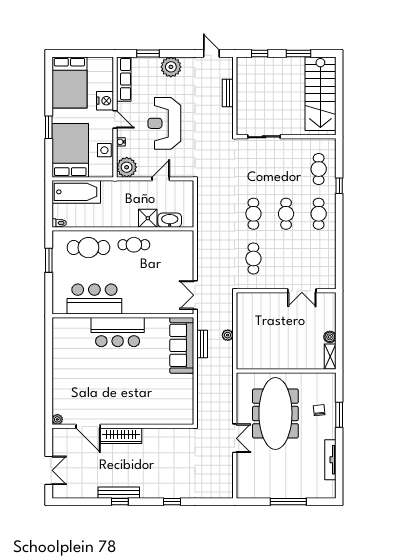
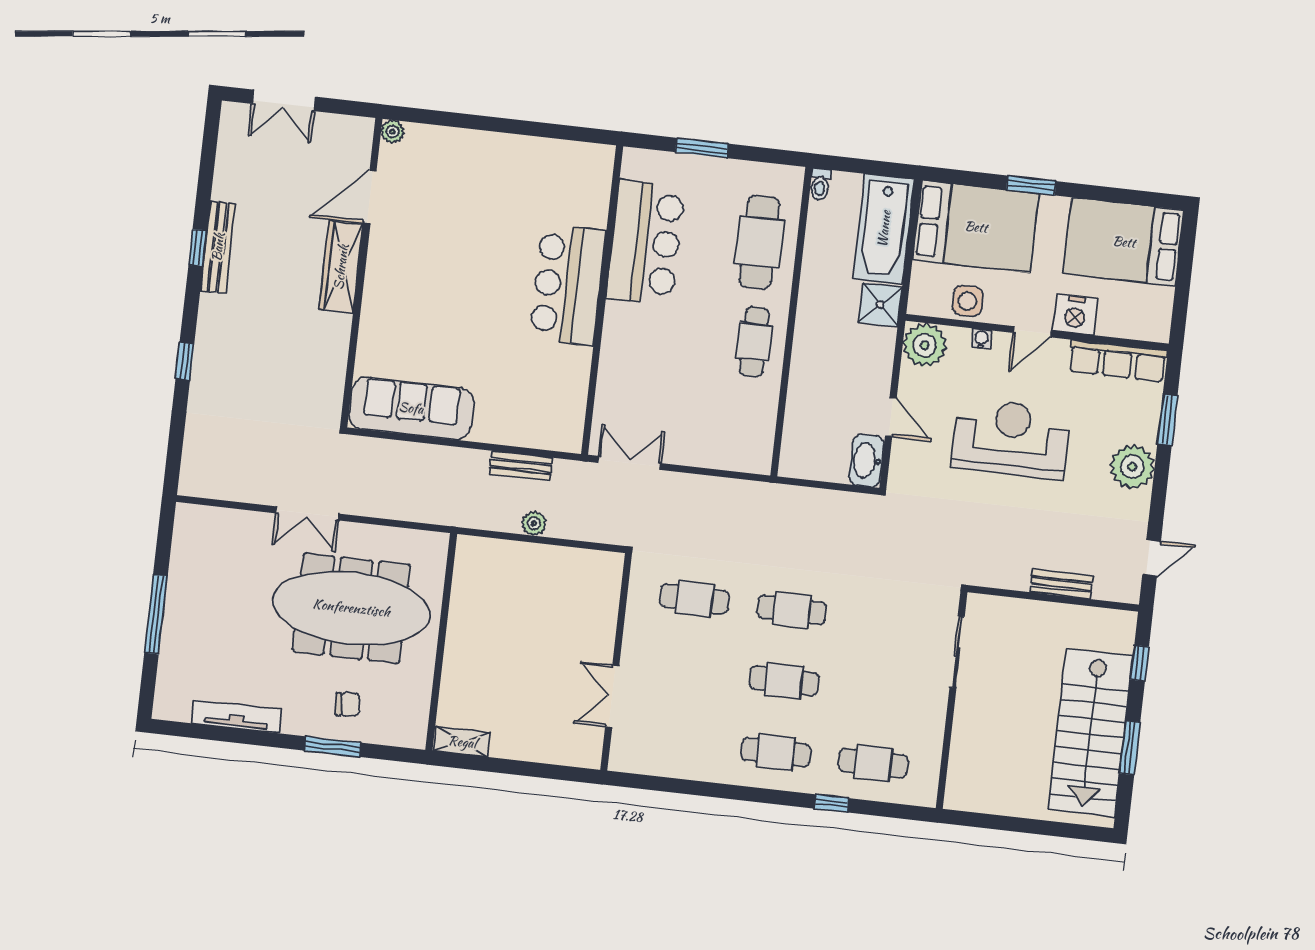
stairs: (320, 94) -> (1090, 733), moved, turned -90
shower: (148, 218) -> (880, 305), moved
washbasin: (170, 220) -> (867, 461), moved, turned 180
window: (49, 260) -> (702, 148), moved
boiler: (330, 337) -> (505, 746), removed
sofa: (182, 345) -> (411, 408), moved

